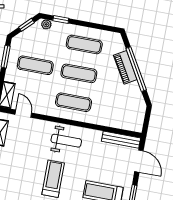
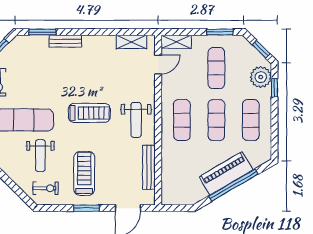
plant: (46, 24) -> (261, 77), width x1.88, depth x1.88
piano: (125, 67) -> (226, 173), width x1.37, depth x1.33
bench: (121, 140) -> (149, 167), moved

